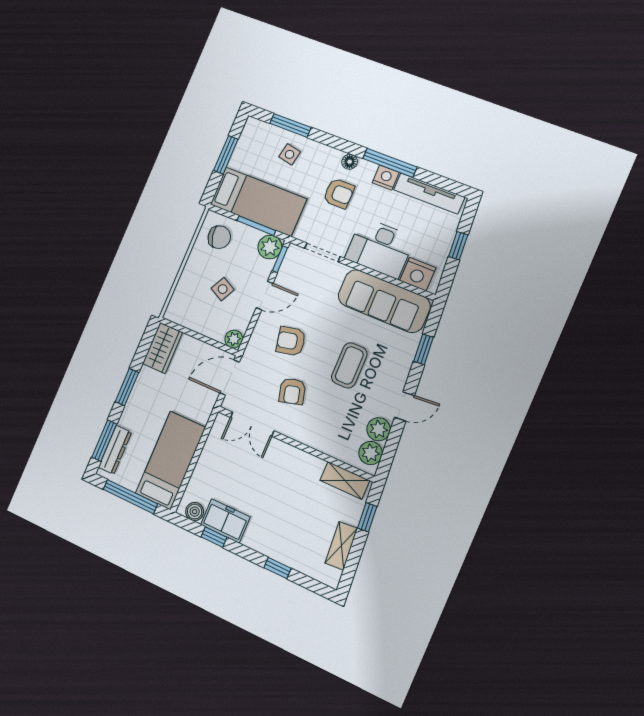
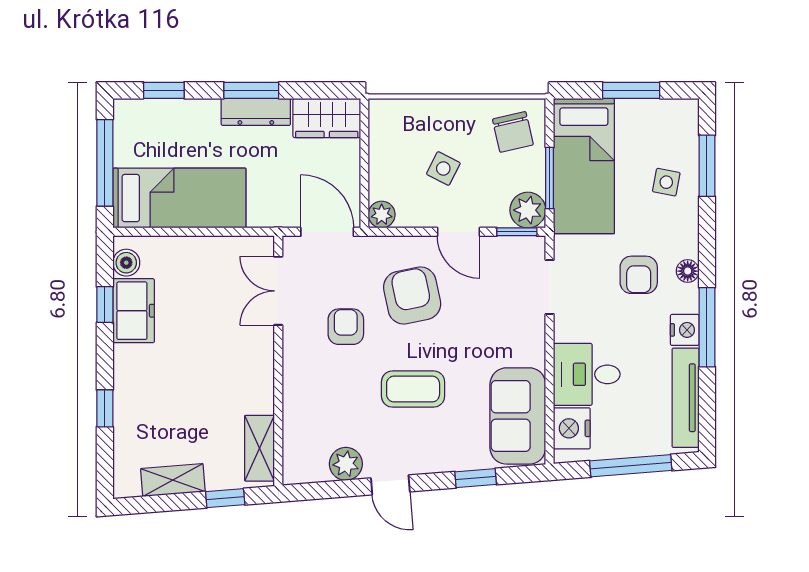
window: (458, 246) -> (631, 466), width x2.17
desk: (380, 248) -> (587, 374), width x0.73
sofa: (384, 301) -> (518, 416), width x0.73
armchair: (291, 341) -> (412, 295), width x1.38, depth x1.38
armchair: (292, 391) -> (346, 327), turned 105
window: (104, 441) -> (164, 90), width x0.67
dresser: (115, 450) -> (256, 112), moved
plant: (371, 453) -> (310, 467), removed

